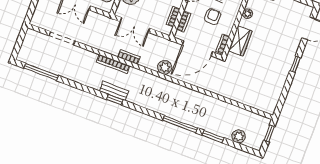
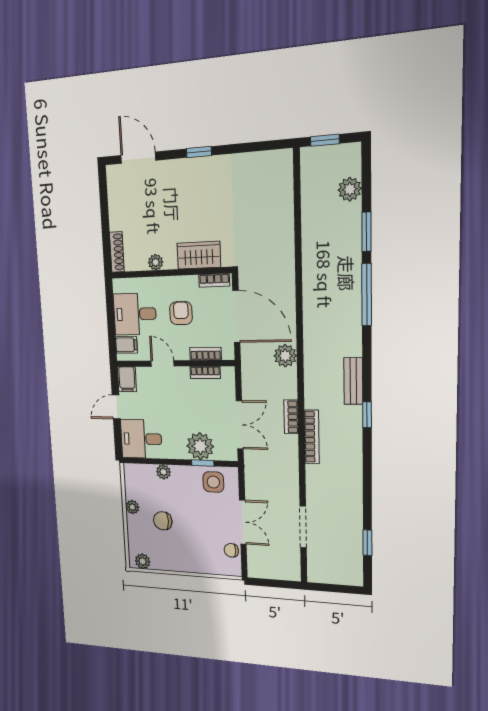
armchair: (213, 17) -> (181, 313), turned 90
window: (41, 72) -> (367, 543), width x0.46
bench: (114, 91) -> (353, 381), moved

